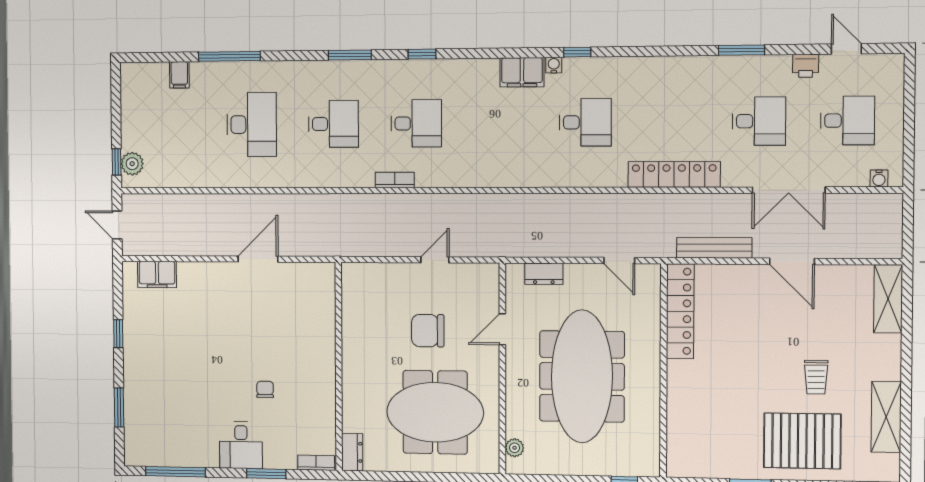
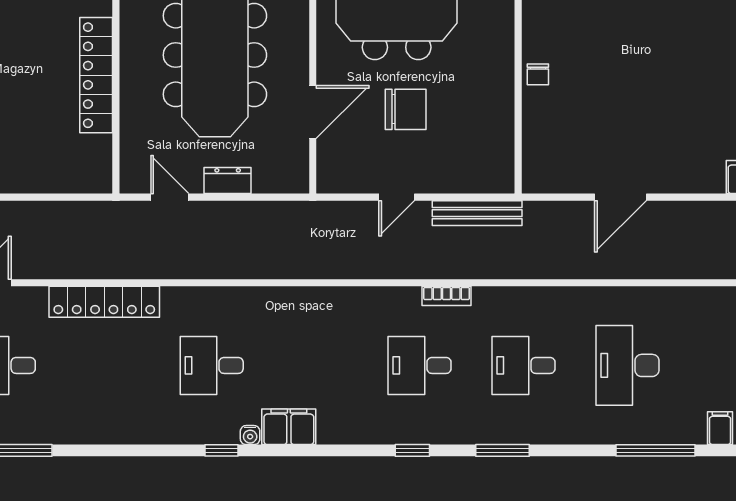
bench: (714, 248) -> (477, 213), moved
dresser: (544, 274) -> (228, 181), moved
locker: (680, 311) -> (96, 75), moved
door: (502, 329) -> (313, 112), width x1.38
chair: (265, 389) -> (538, 74), moved

